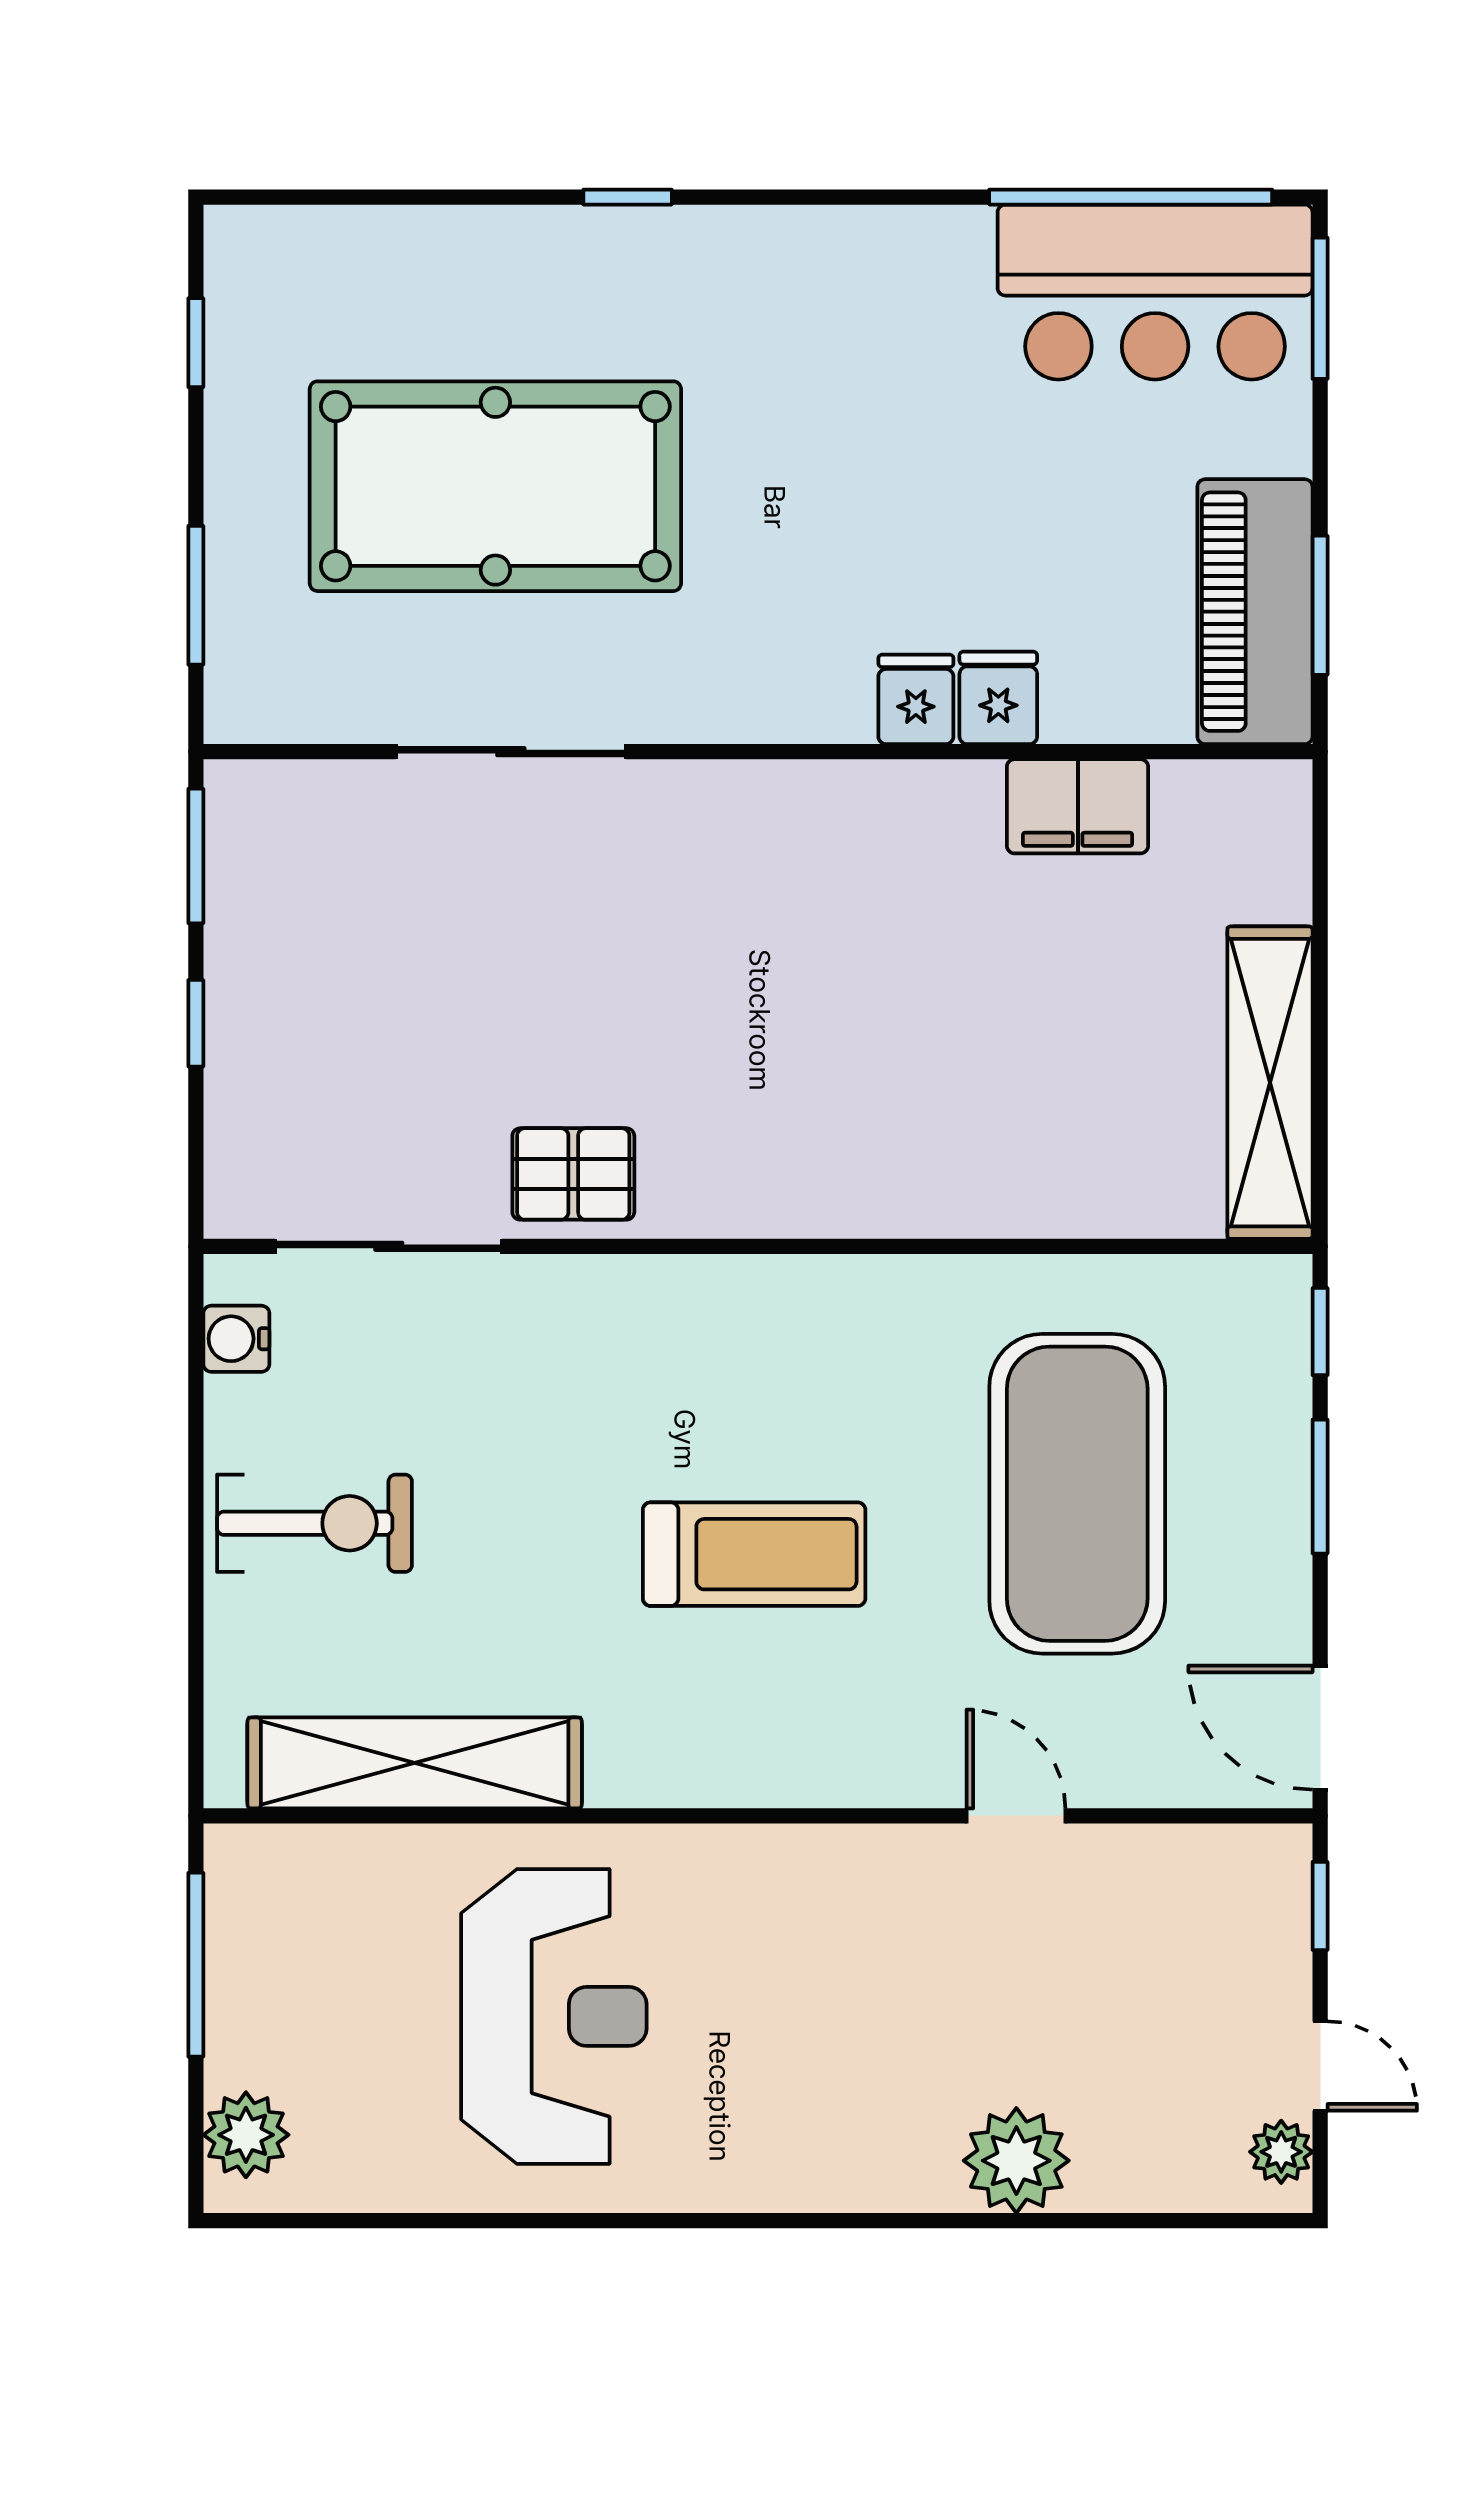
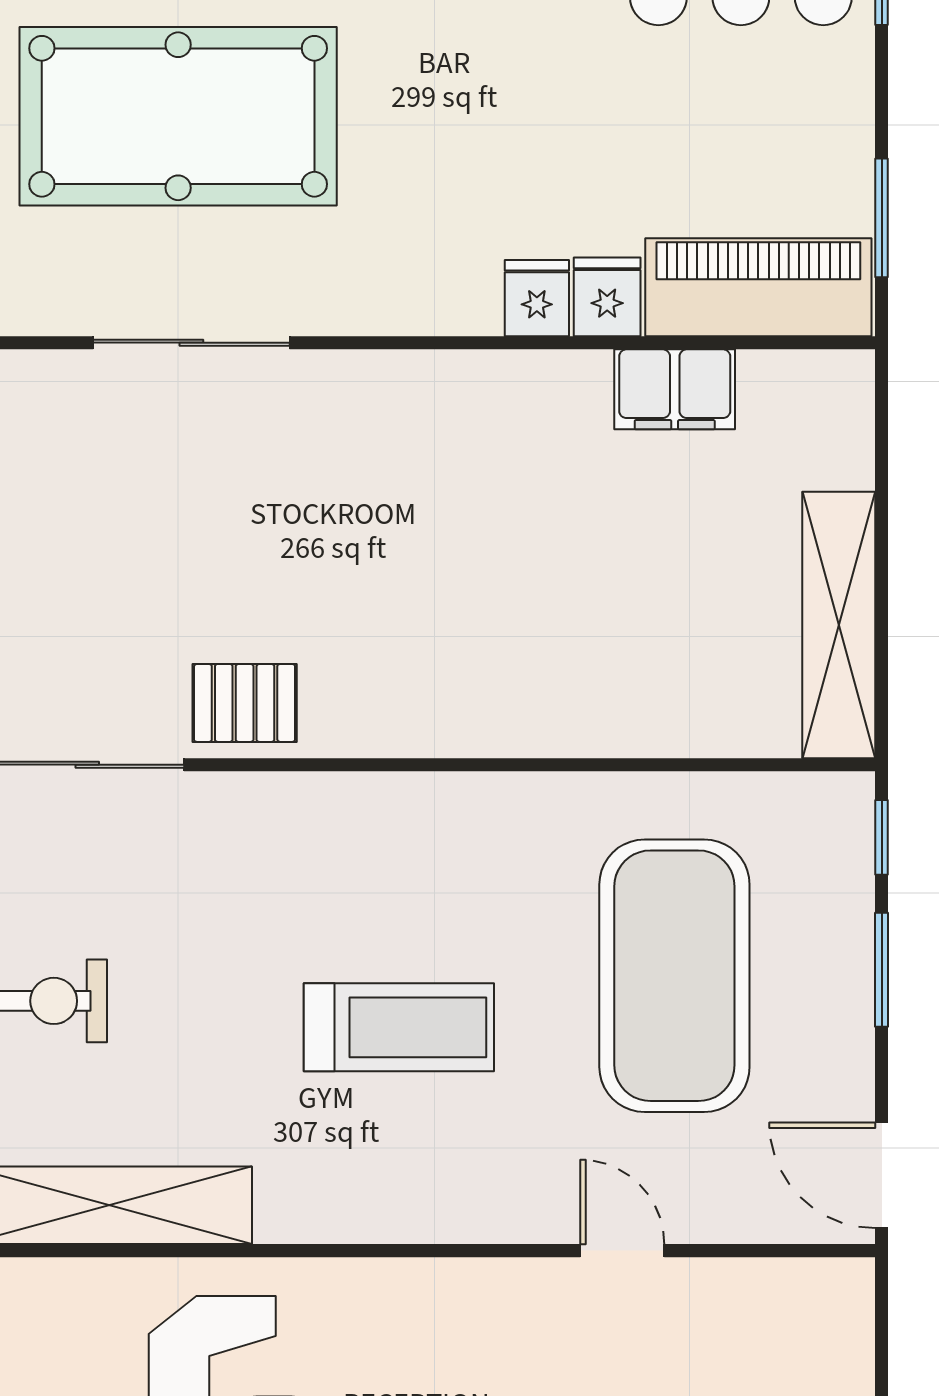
piano: (1255, 612) -> (758, 287), moved, turned 90
window: (1320, 1906) -> (882, 1327), removed

